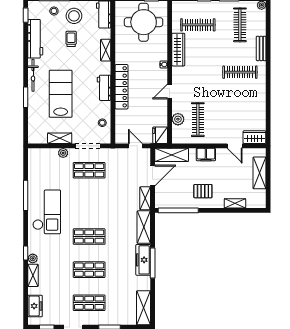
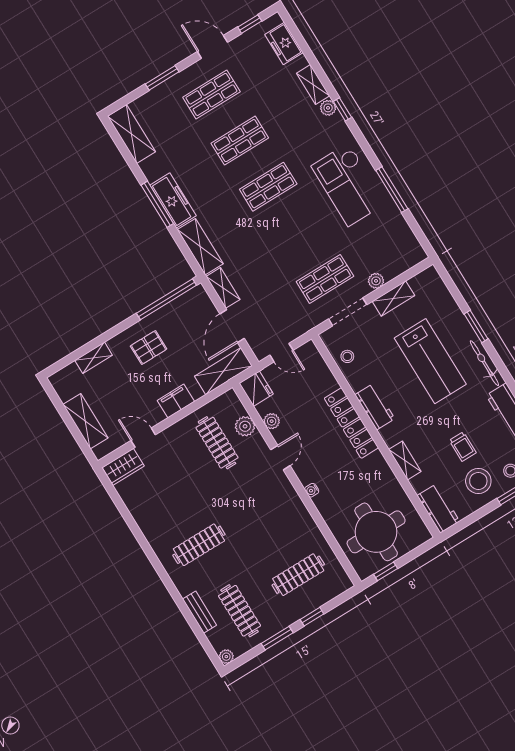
bench: (261, 48) -> (200, 612), moved
wardrobe: (178, 50) -> (304, 523), removed
plant: (162, 113) -> (272, 421), added

